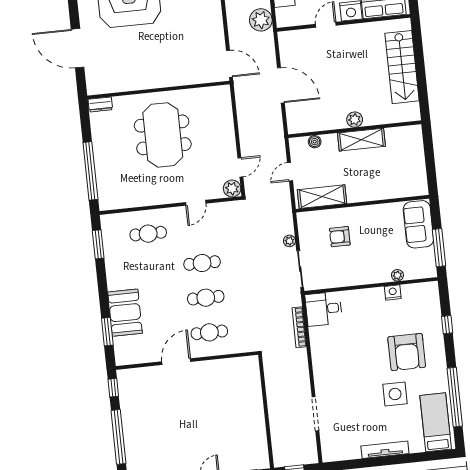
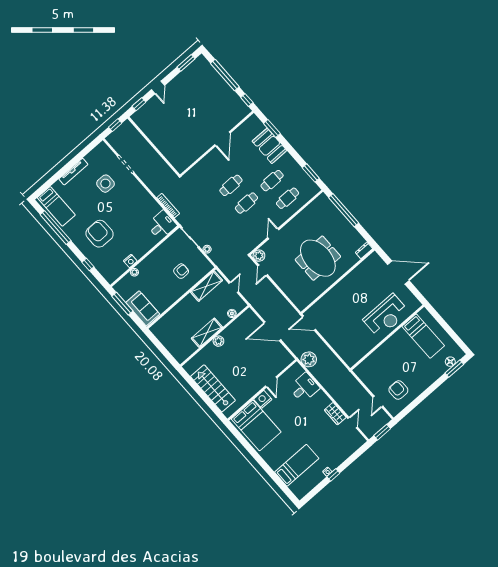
cafe table: (209, 332) -> (272, 181), moved
side table: (395, 394) -> (105, 184), moved

